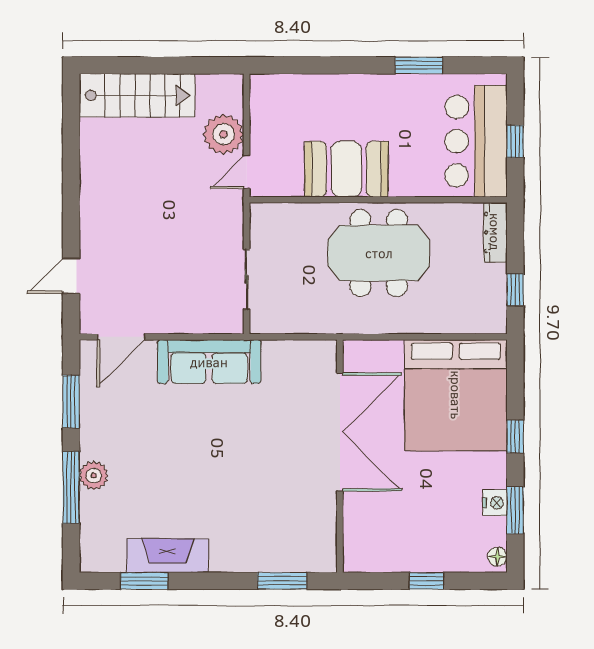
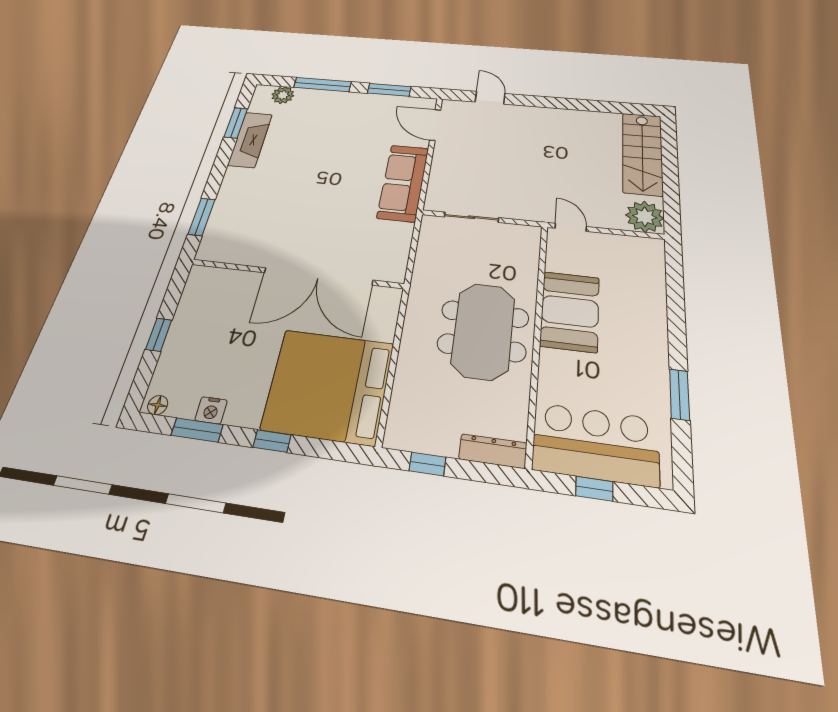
plant: (223, 134) -> (645, 217), moved
plant: (94, 475) -> (283, 95), moved

